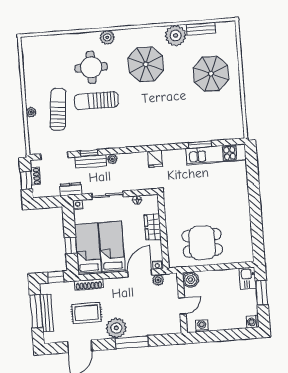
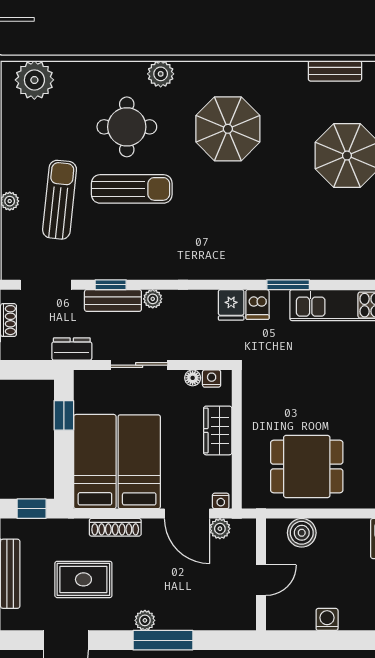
plant: (176, 35) -> (34, 80), moved
sun lounger: (96, 101) -> (132, 189), turned 180
window: (200, 144) -> (288, 285), moved
dishwasher: (169, 158) -> (257, 305), added
nightstand: (78, 205) -> (212, 379), moved
window: (71, 246) -> (64, 415), moved
door: (140, 273) -> (187, 514), swing flipped
boiler: (191, 280) -> (302, 533), moved
shoe rack: (89, 284) -> (115, 527), moved
washing machine: (202, 326) -> (327, 619), moved
plant: (116, 328) -> (145, 620), width x0.53, depth x0.53

